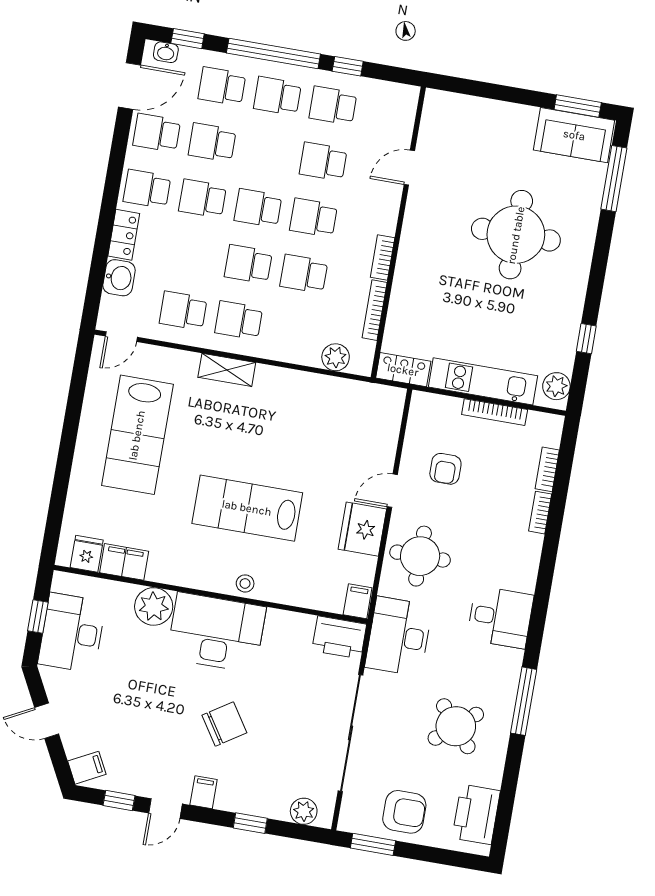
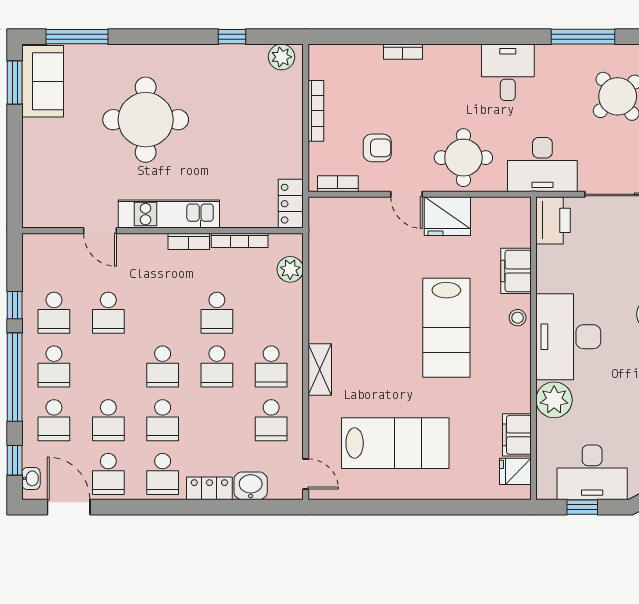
school desk: (314, 218) -> (163, 313), removed
kitchen unit: (483, 381) -> (169, 214), moved, turned 90
bookcase: (547, 469) -> (338, 184), moved, turned 180
filing cabinet: (358, 601) -> (516, 271), moved, width x2.00

